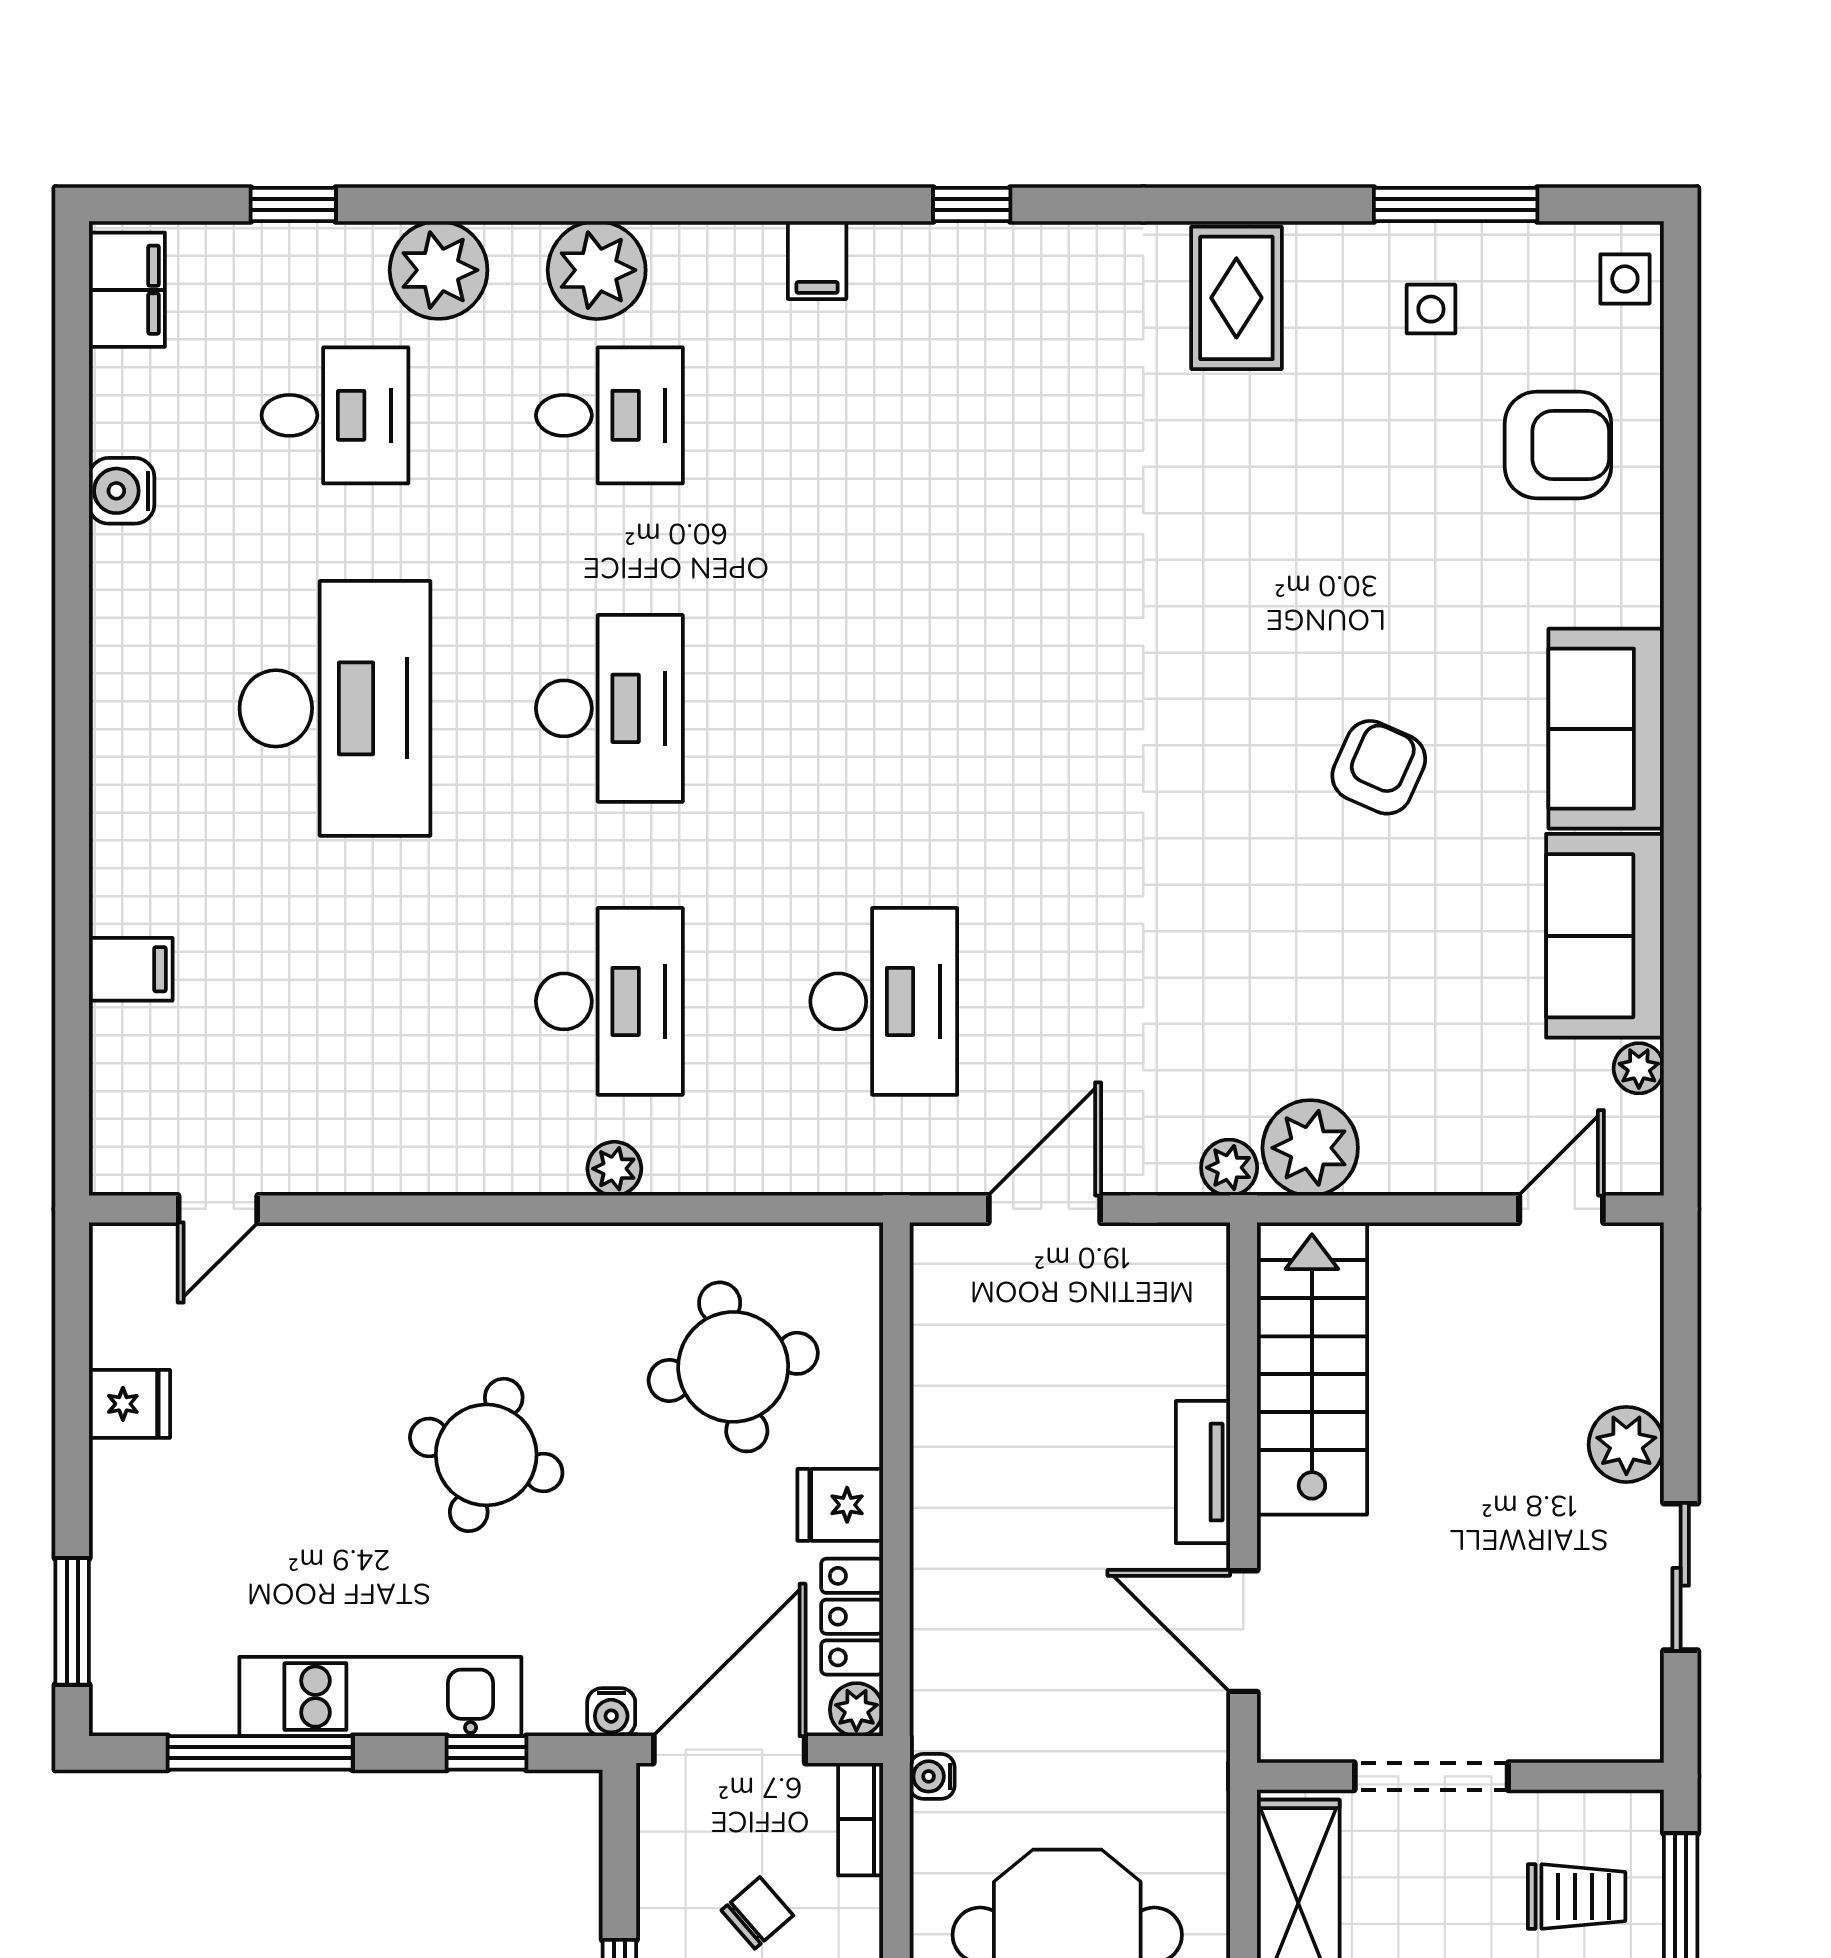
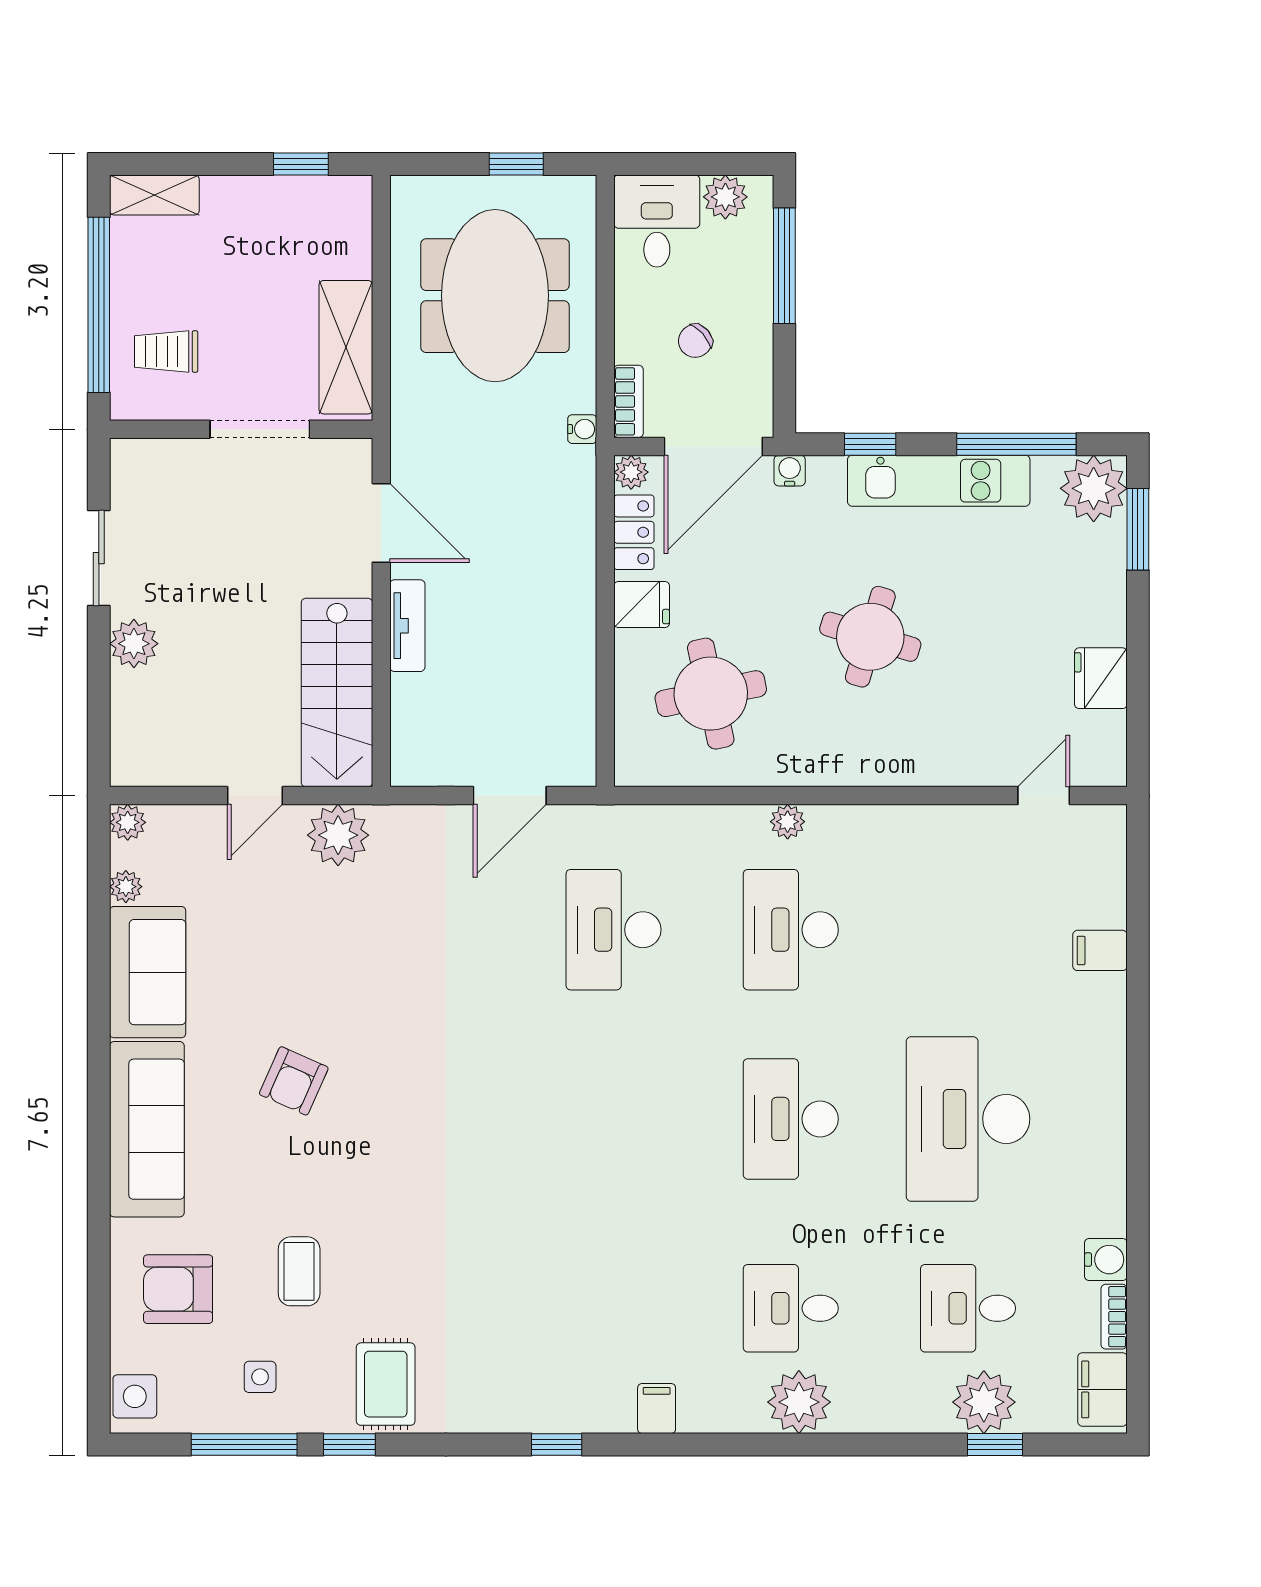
window: (1293, 204) -> (349, 1444), added
plant: (439, 270) -> (984, 1402), moved
side table: (1625, 279) -> (135, 1396), width x1.37, depth x1.37
bookcase: (109, 402) -> (1114, 1317), added
coffee table: (1371, 473) -> (299, 1271), added
sofa: (1606, 729) -> (147, 1129), width x1.36
plant: (1229, 1168) -> (128, 822), moved
door: (1561, 1209) -> (255, 796), moved
fridge: (129, 1404) -> (1101, 678), width x1.38
plant: (141, 1684) -> (1094, 488), added

